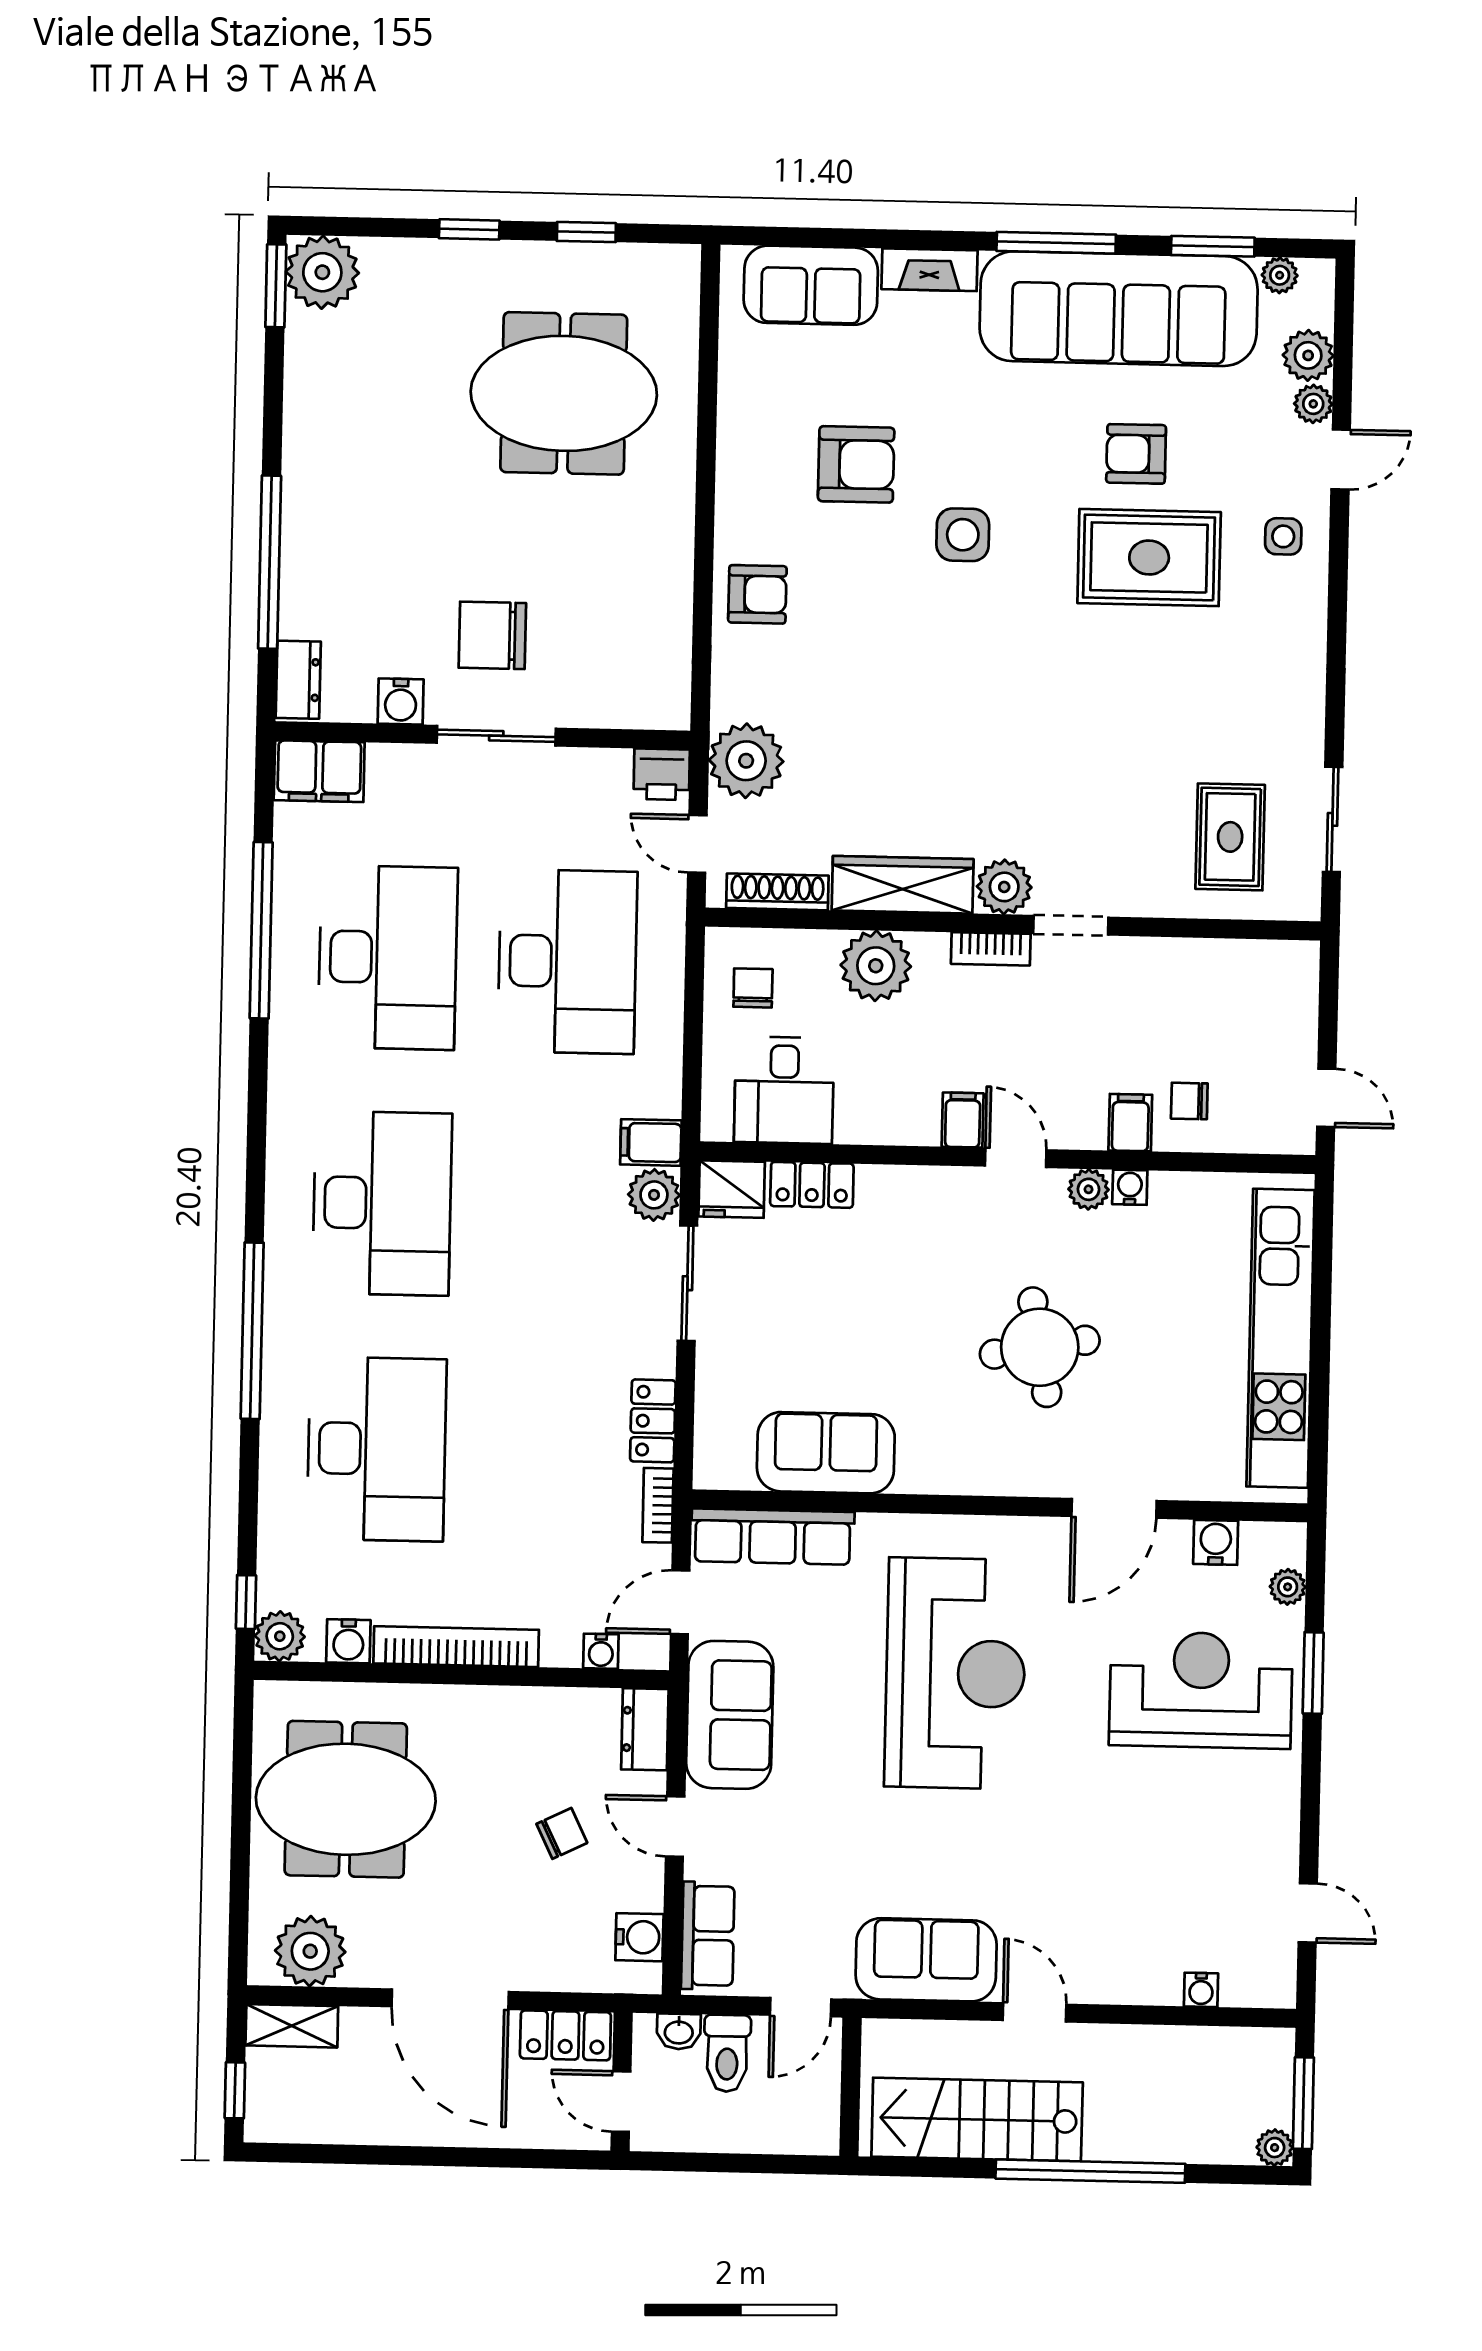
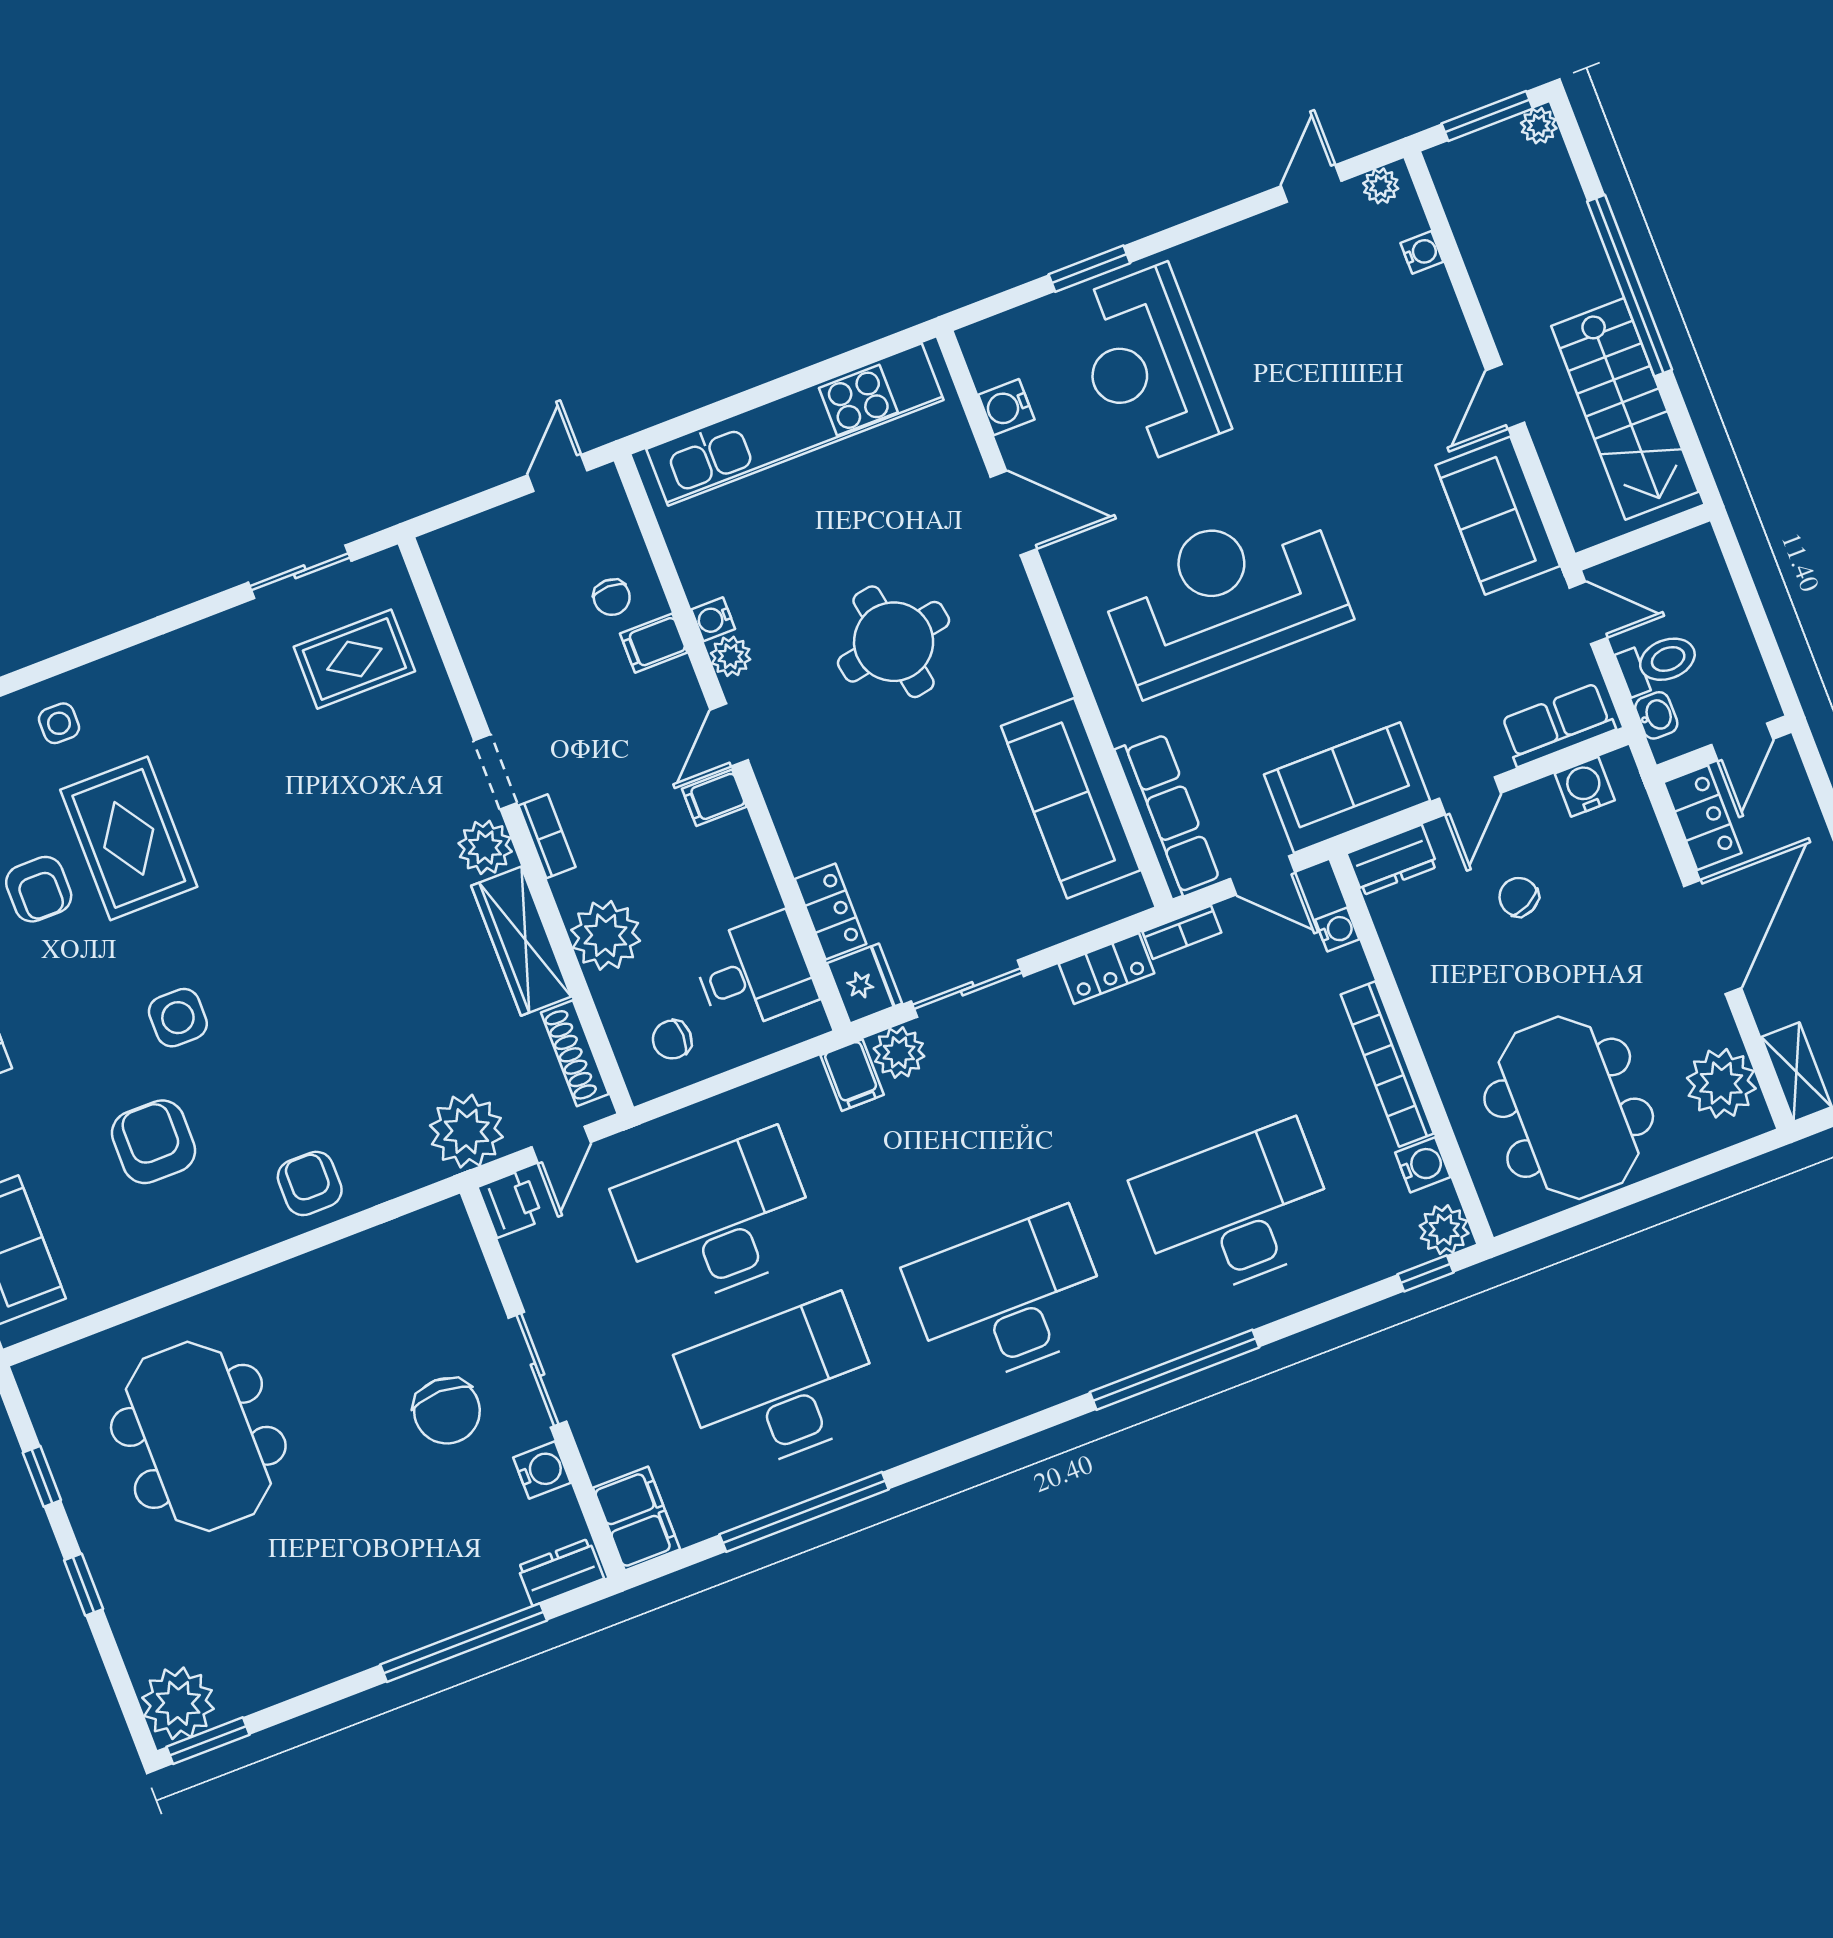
sofa: (826, 1453) -> (1071, 798), width x1.36
plant: (1288, 1587) -> (1381, 186), moved

